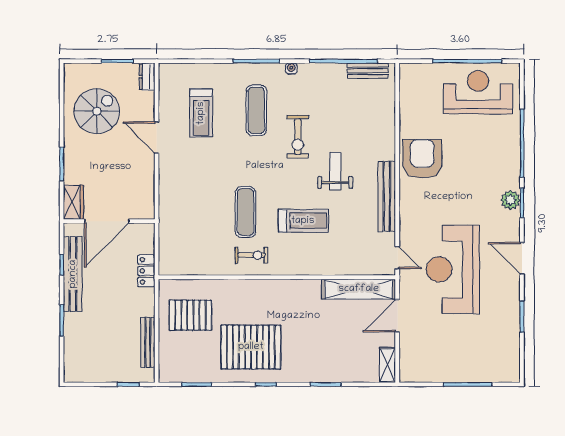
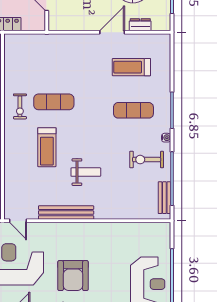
dresser: (147, 77) -> (140, 25), moved
exercise bike: (298, 137) -> (147, 160), moved
armchair: (422, 159) -> (73, 276), moved, turned 90
door: (397, 258) -> (18, 221), hinge flipped

